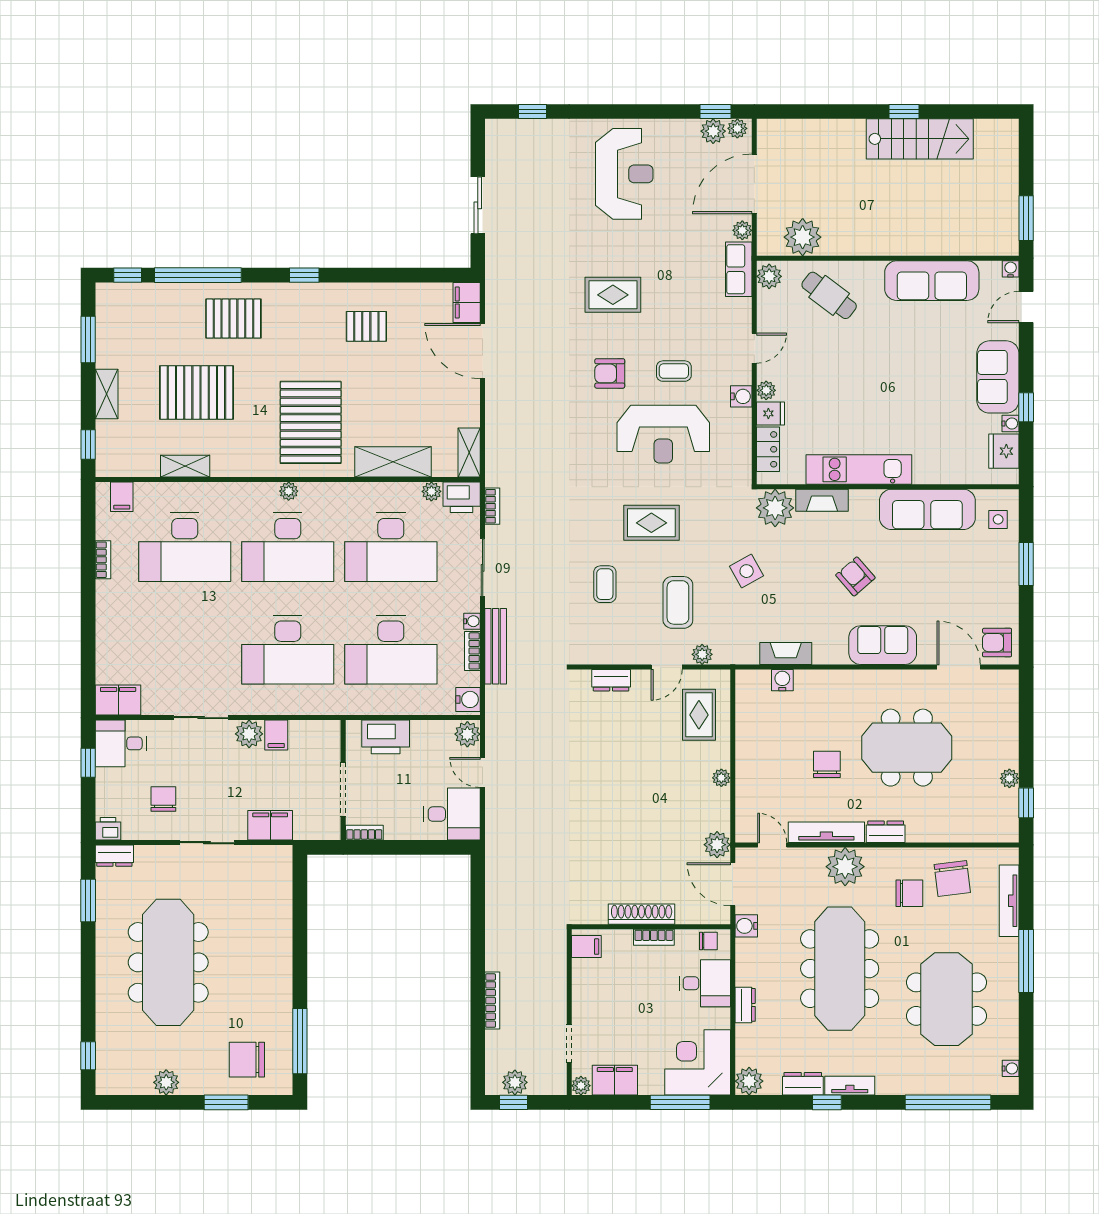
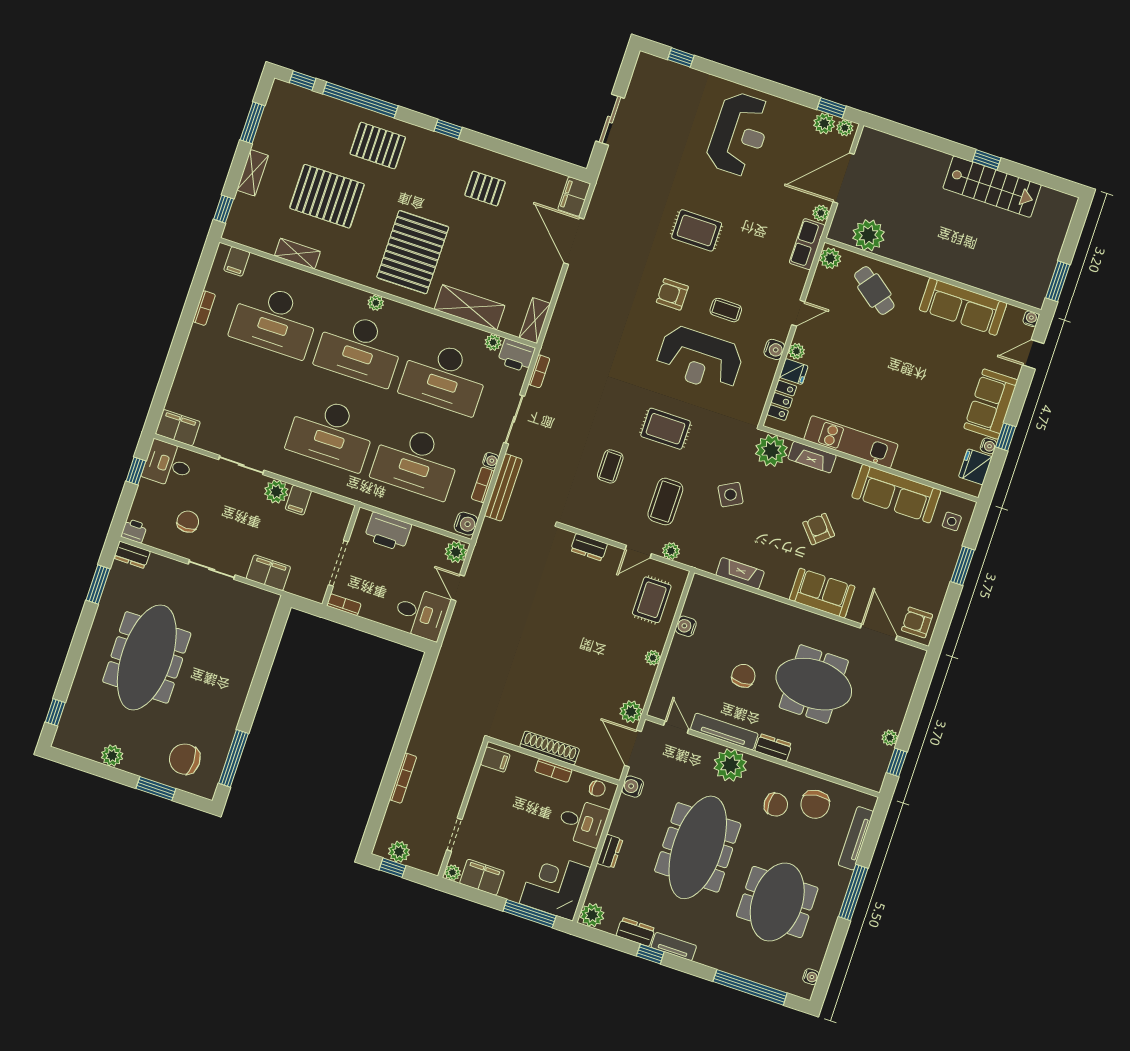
water cooler: (782, 680) -> (686, 626), moved, turned -90

